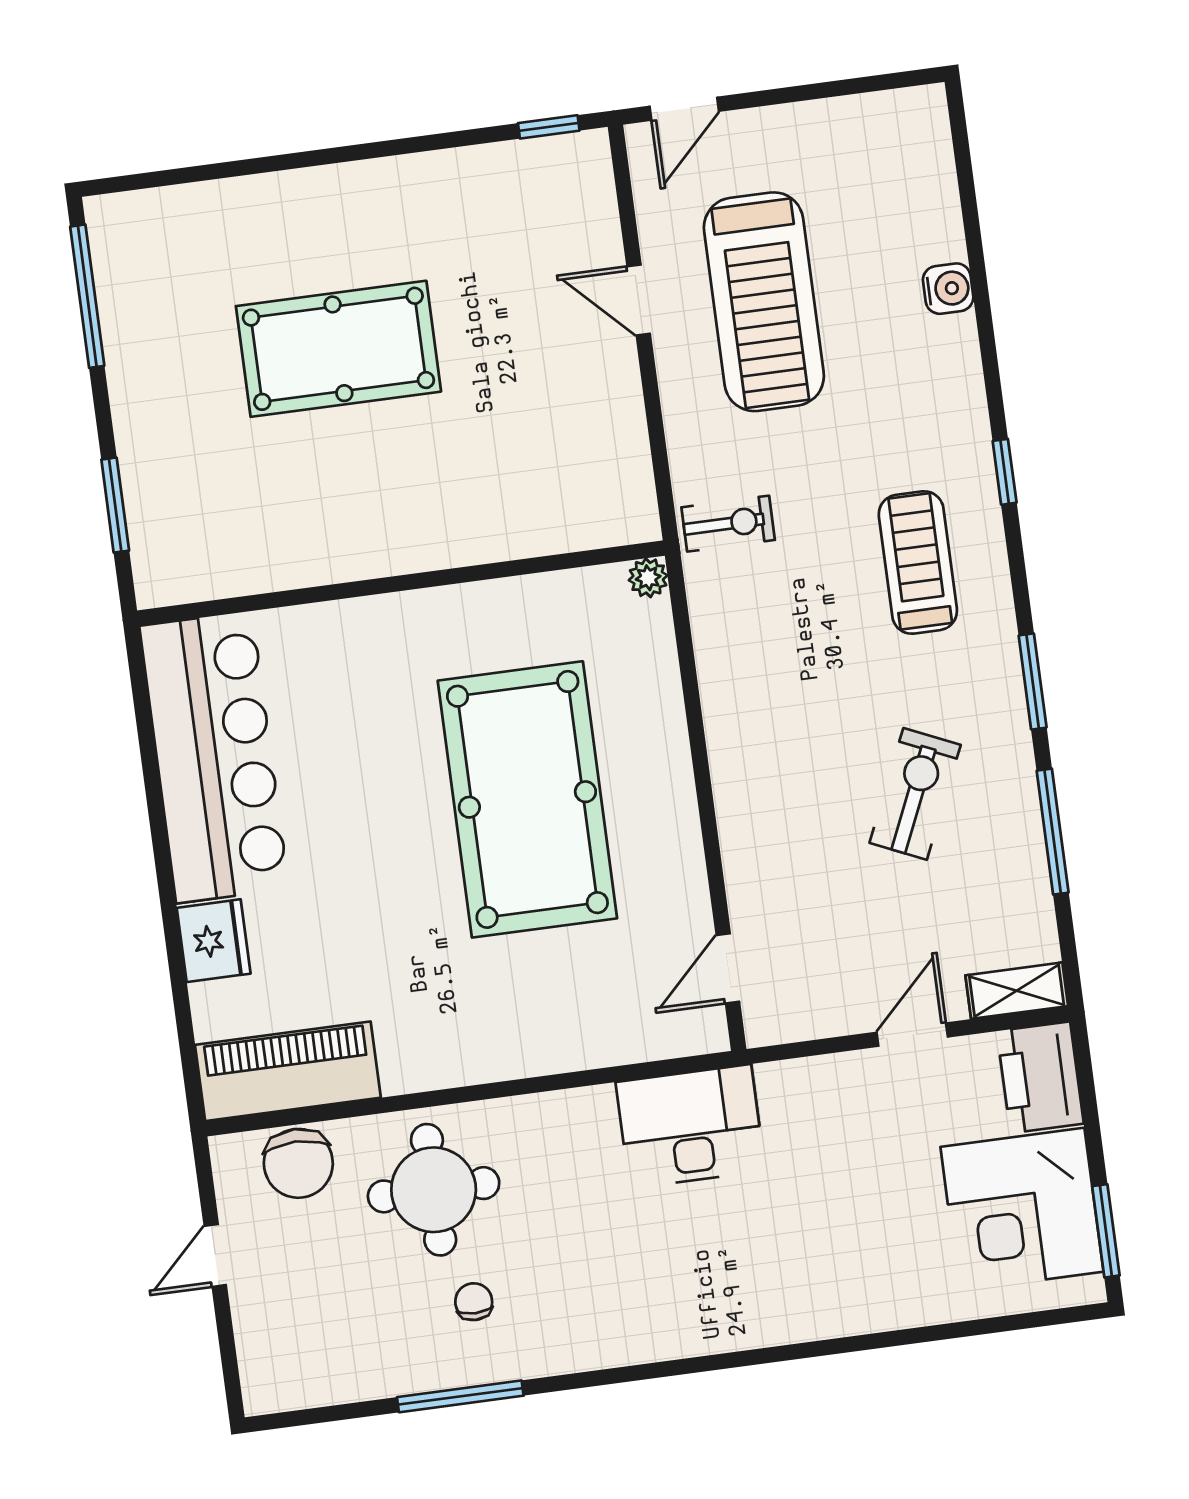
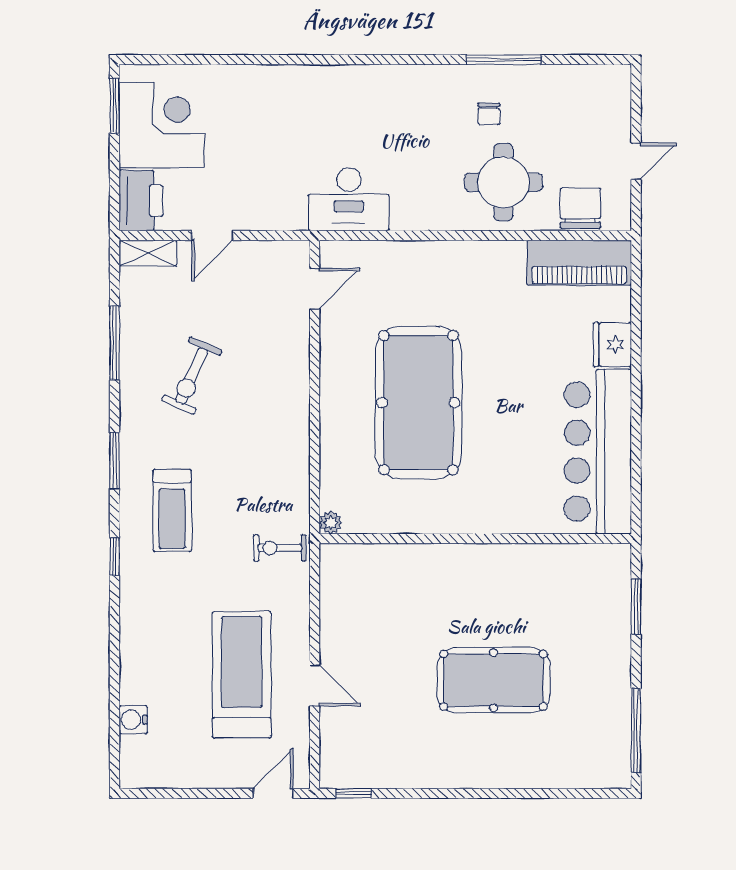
water cooler: (948, 289) -> (133, 720), moved
window: (1033, 681) -> (115, 461), moved

